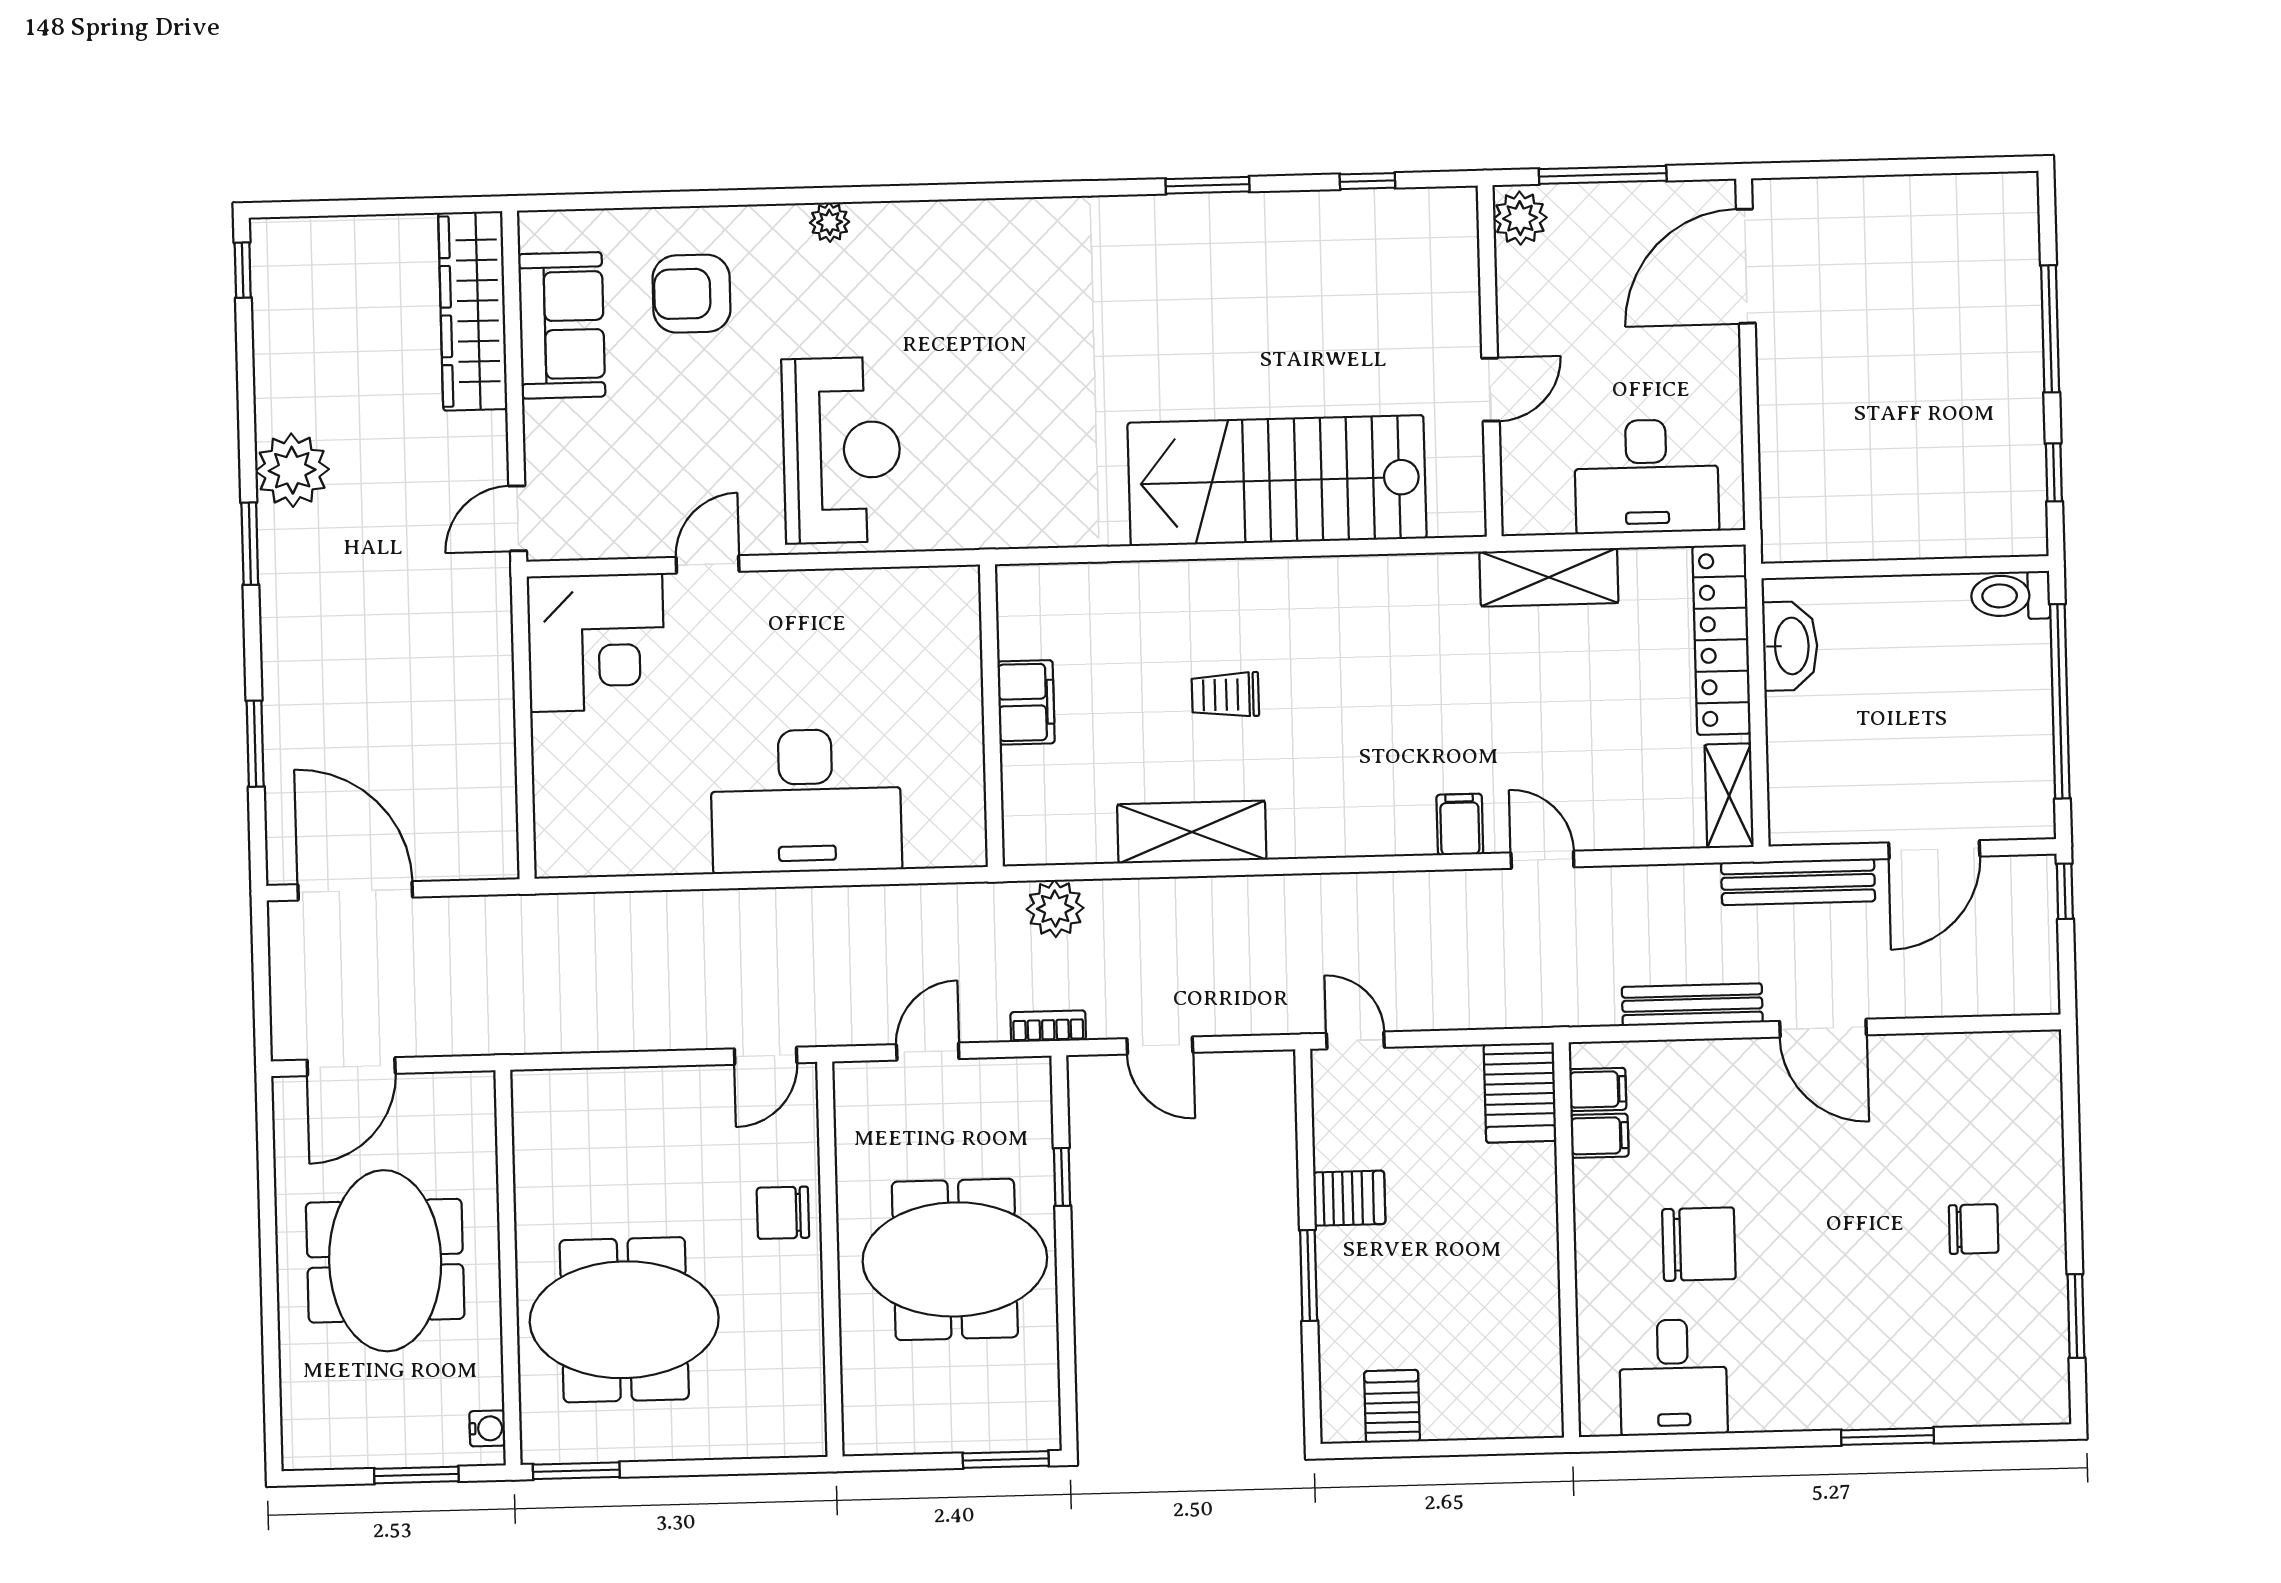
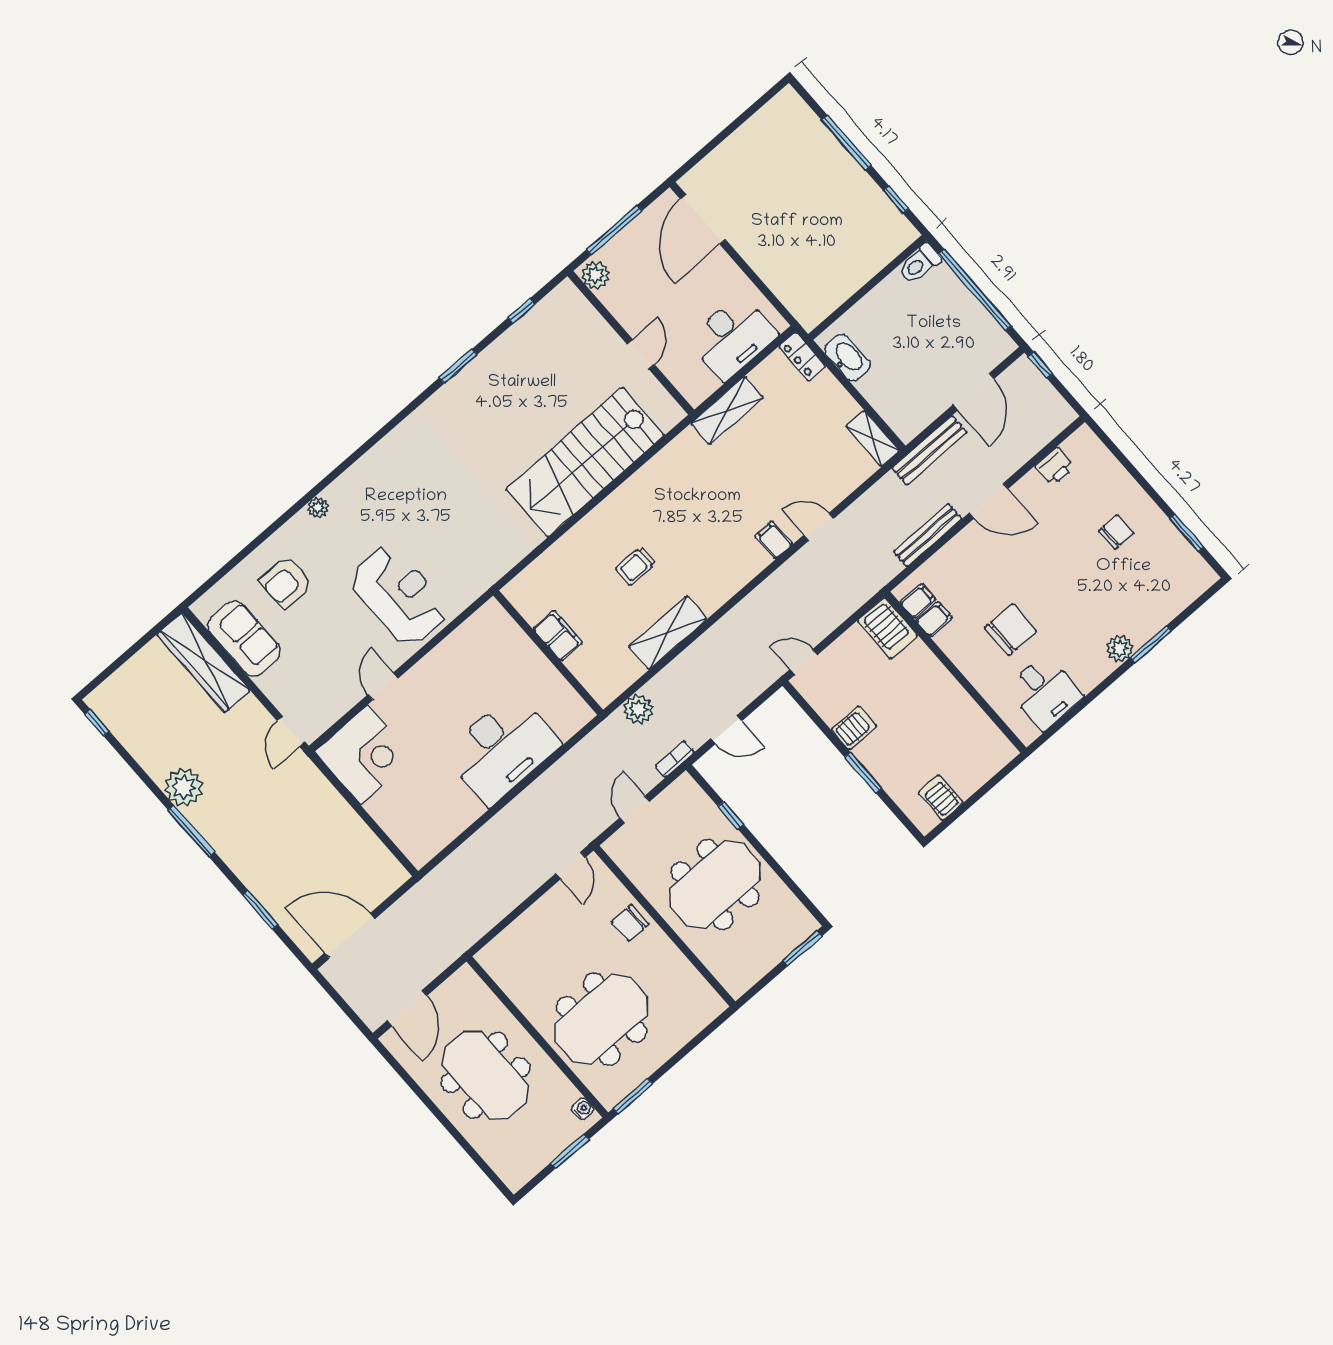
window: (250, 544) -> (191, 831), width x1.44
locker: (1722, 640) -> (802, 356), width x0.46, depth x0.83
printer: (1962, 1058) -> (1055, 466), added
plant: (1837, 1405) -> (1120, 648), added

